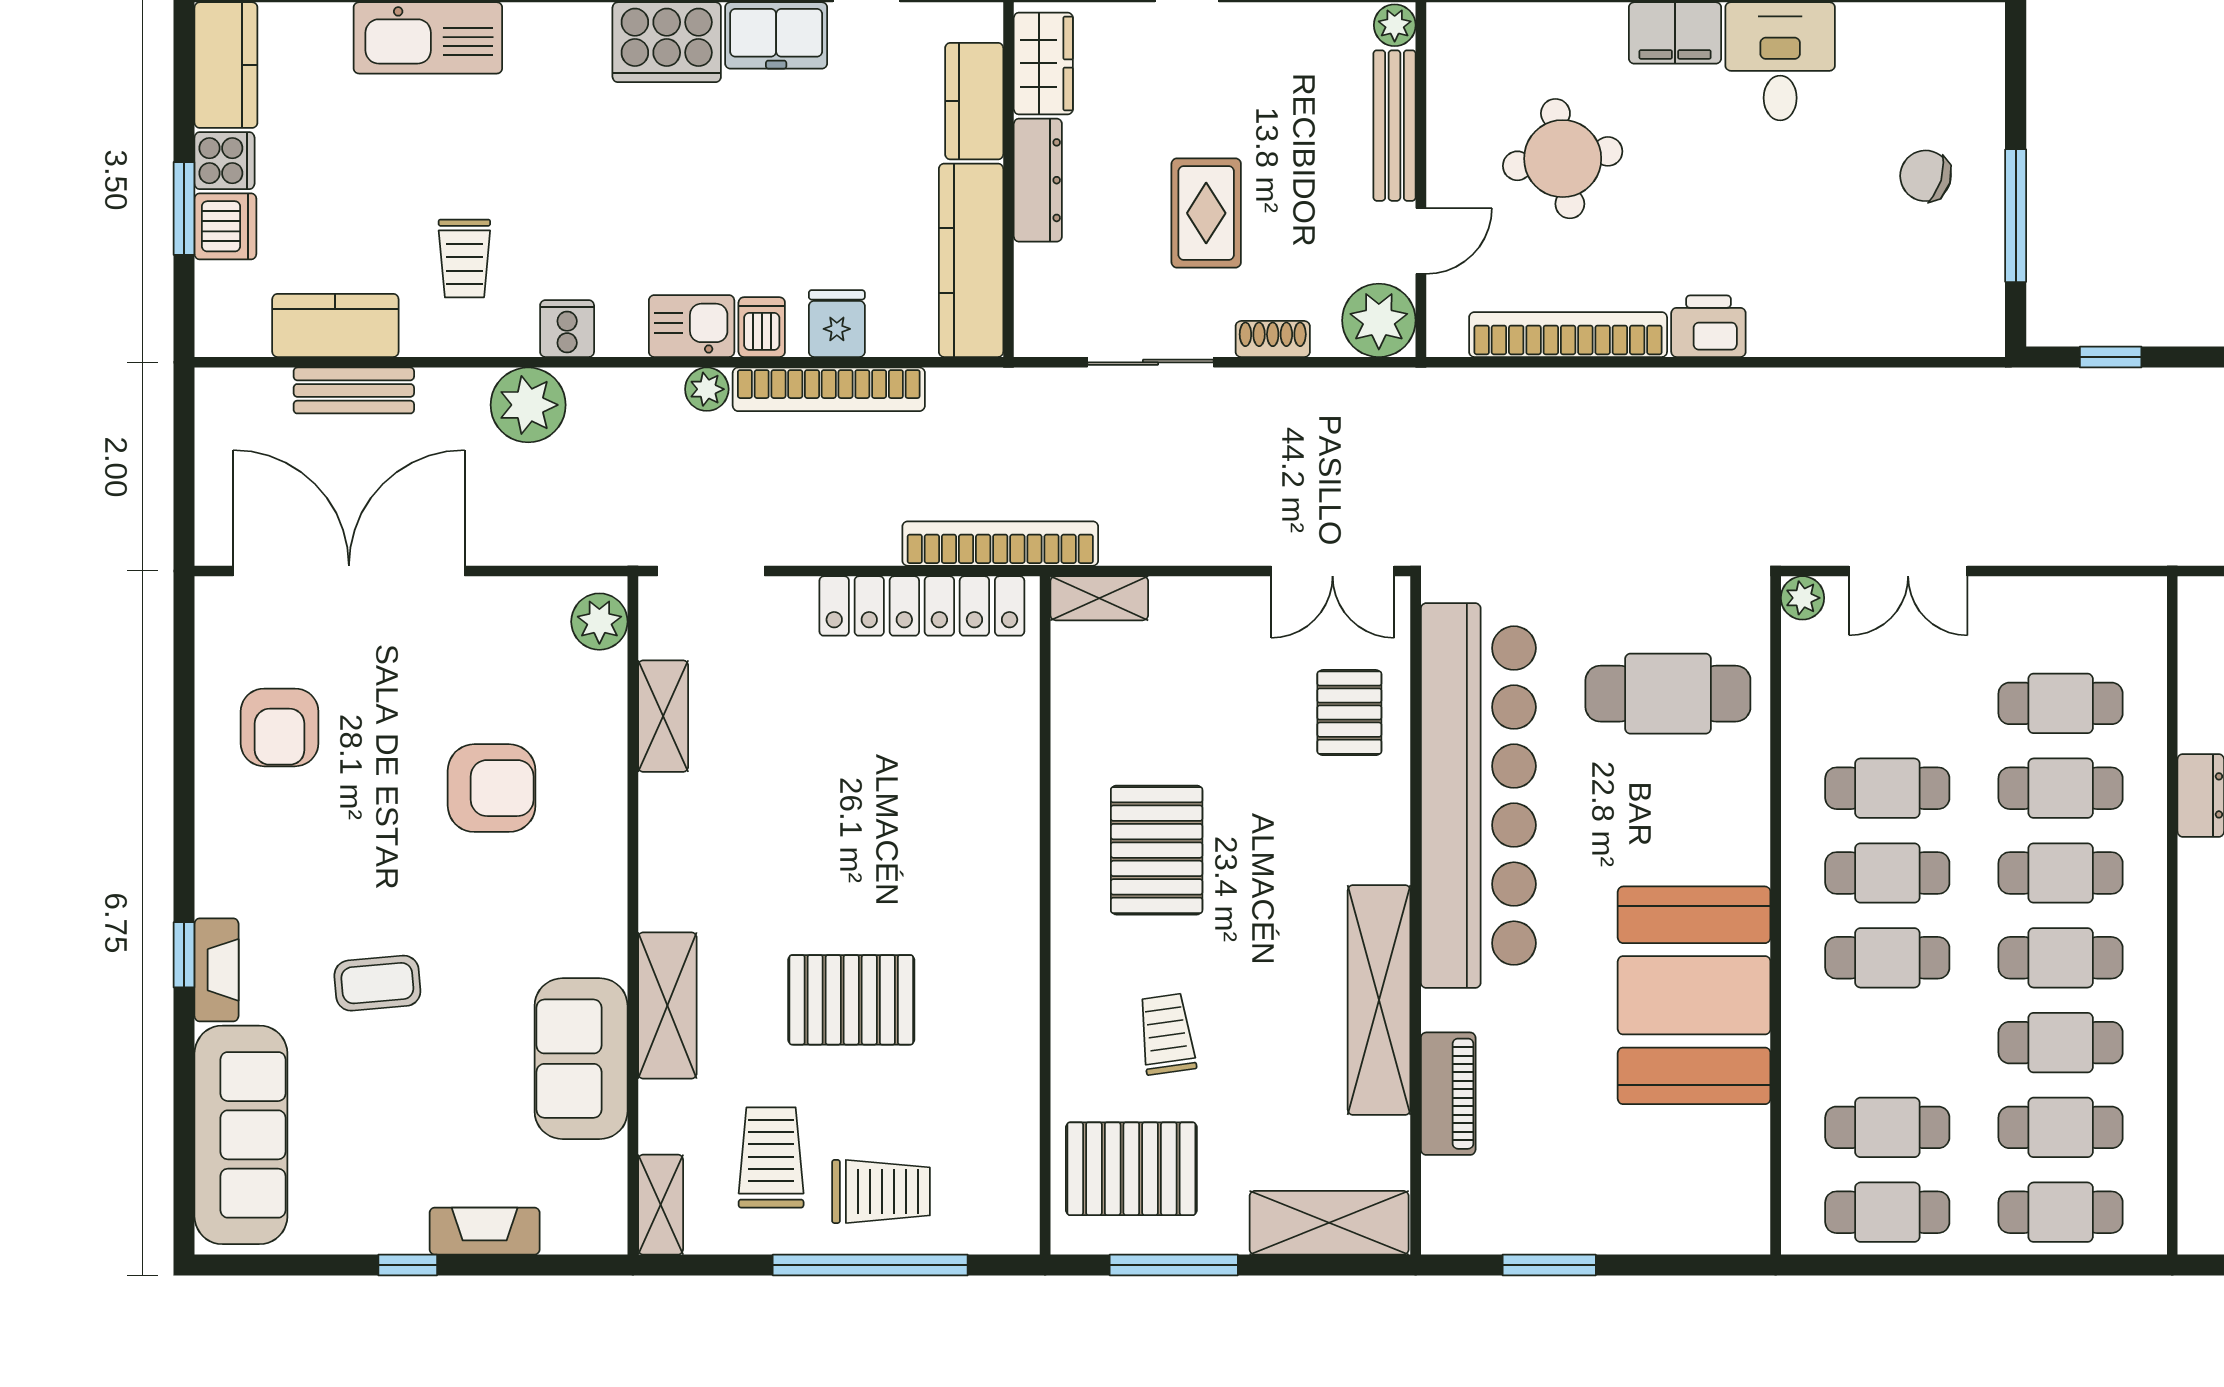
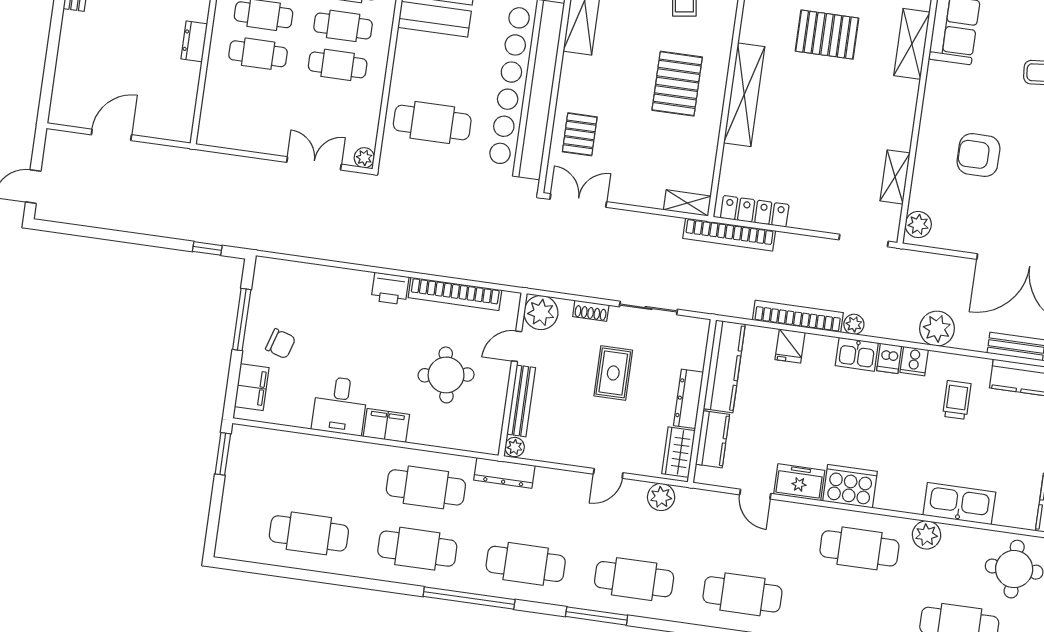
filing cabinet: (1974, 74) -> (252, 387), added
dishwasher: (762, 327) -> (889, 358), moved
locker: (922, 606) -> (755, 211), width x0.71, depth x0.83
cafe table: (2061, 703) -> (253, 93), removed
shelving: (1010, 847) -> (744, 95), added

